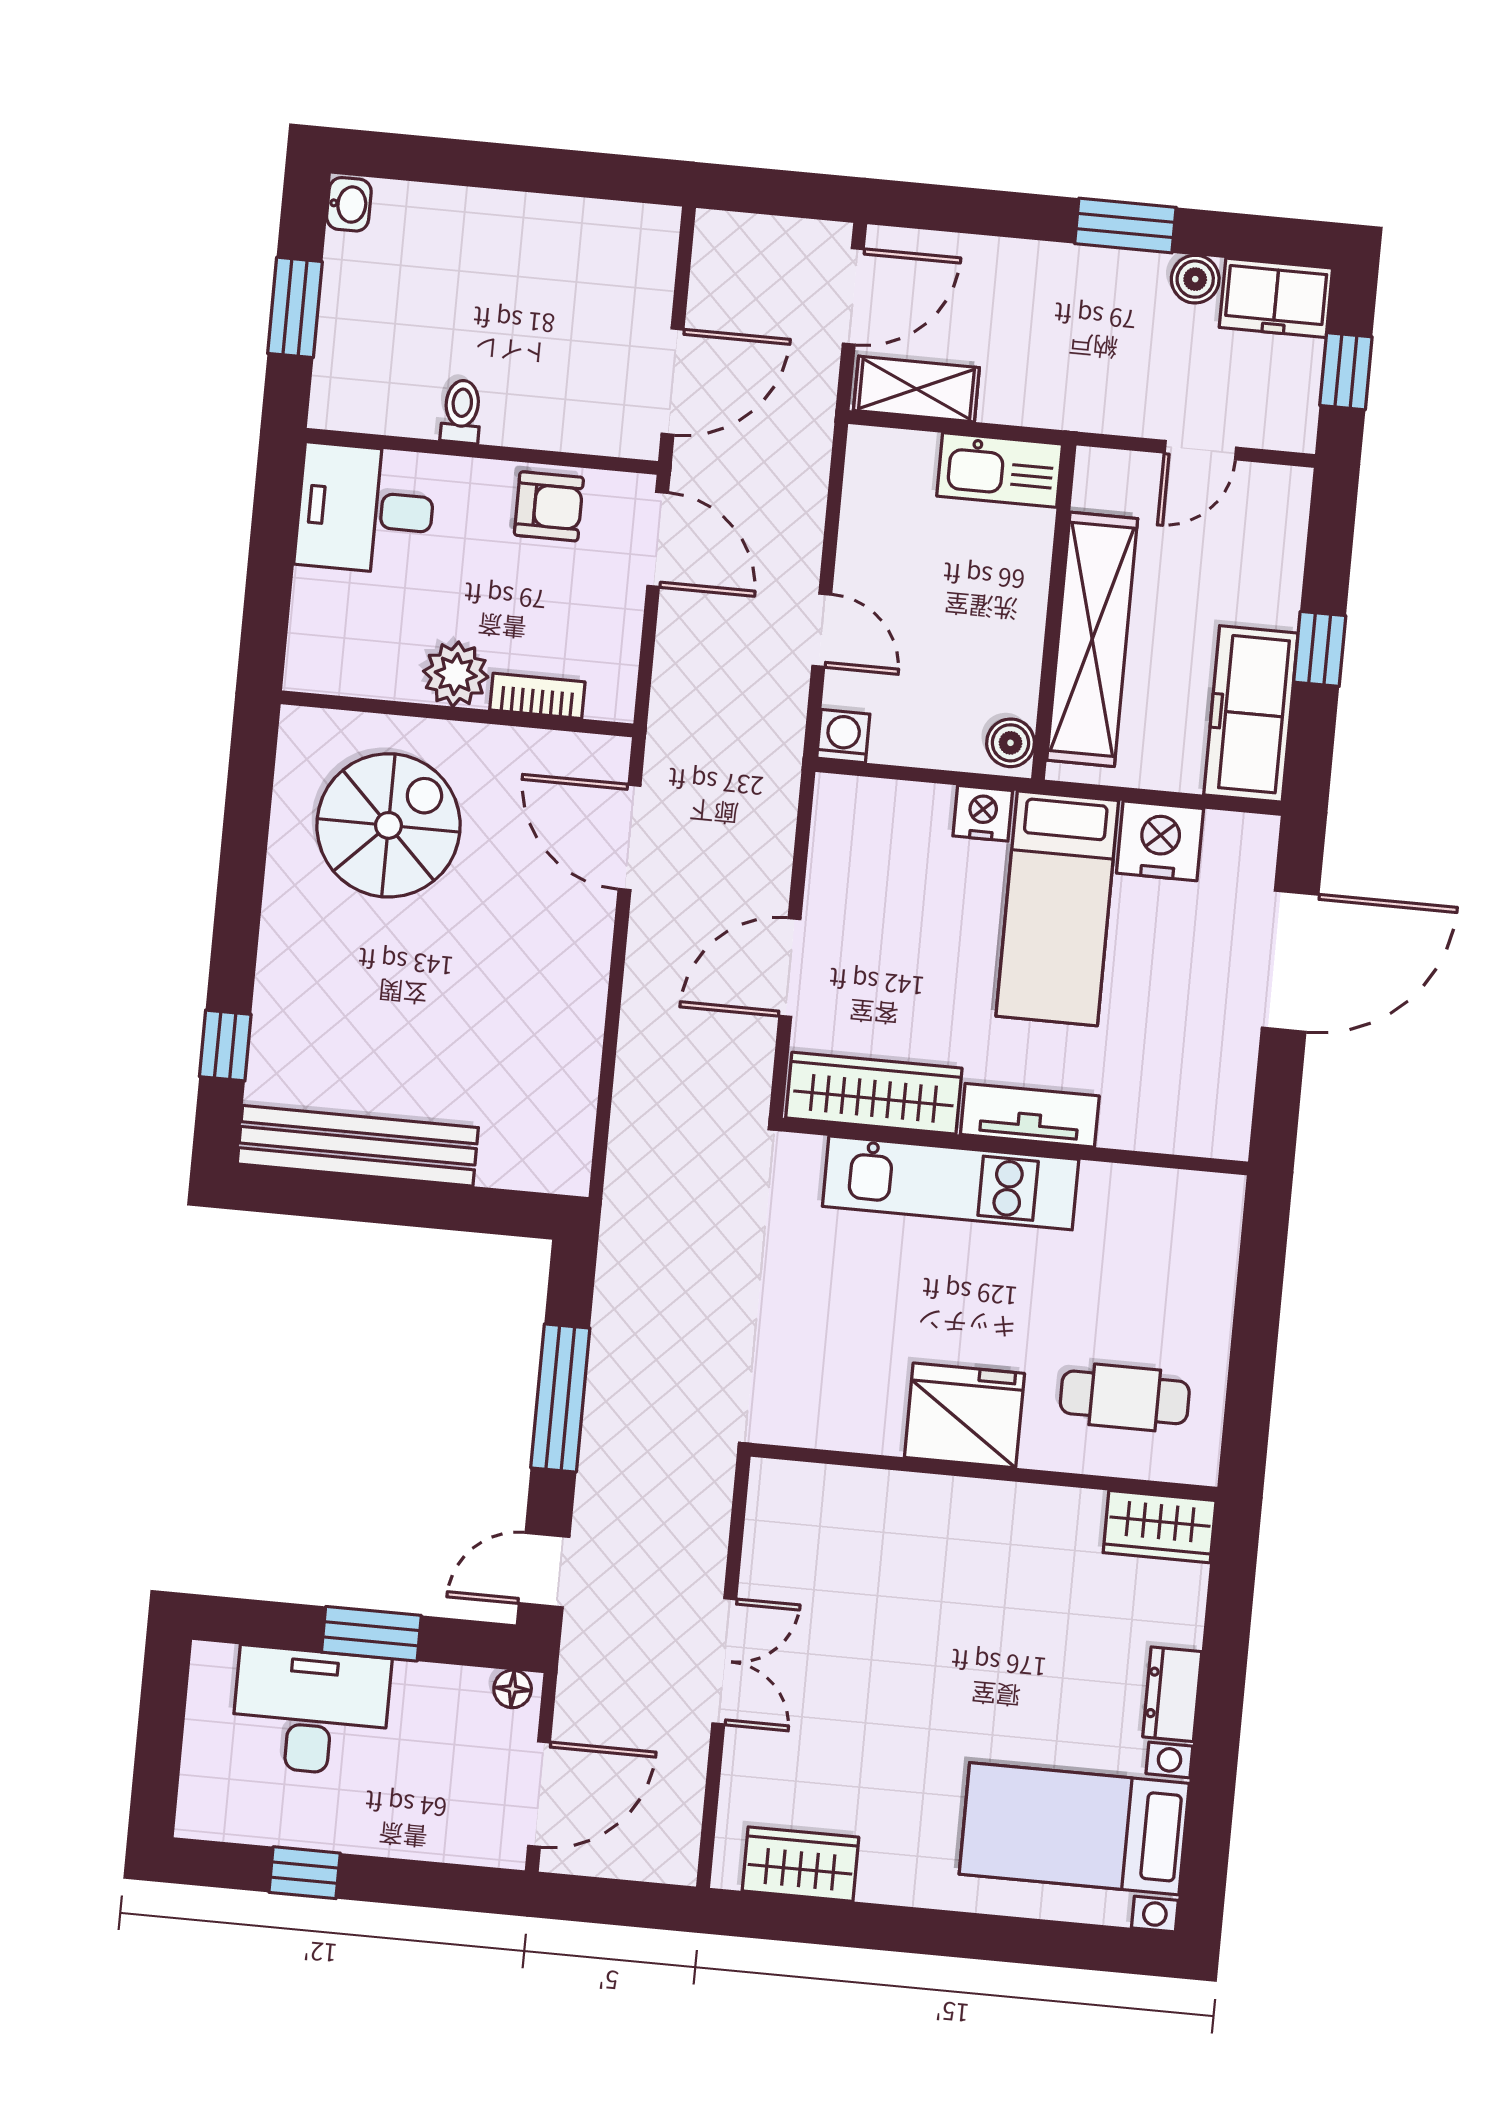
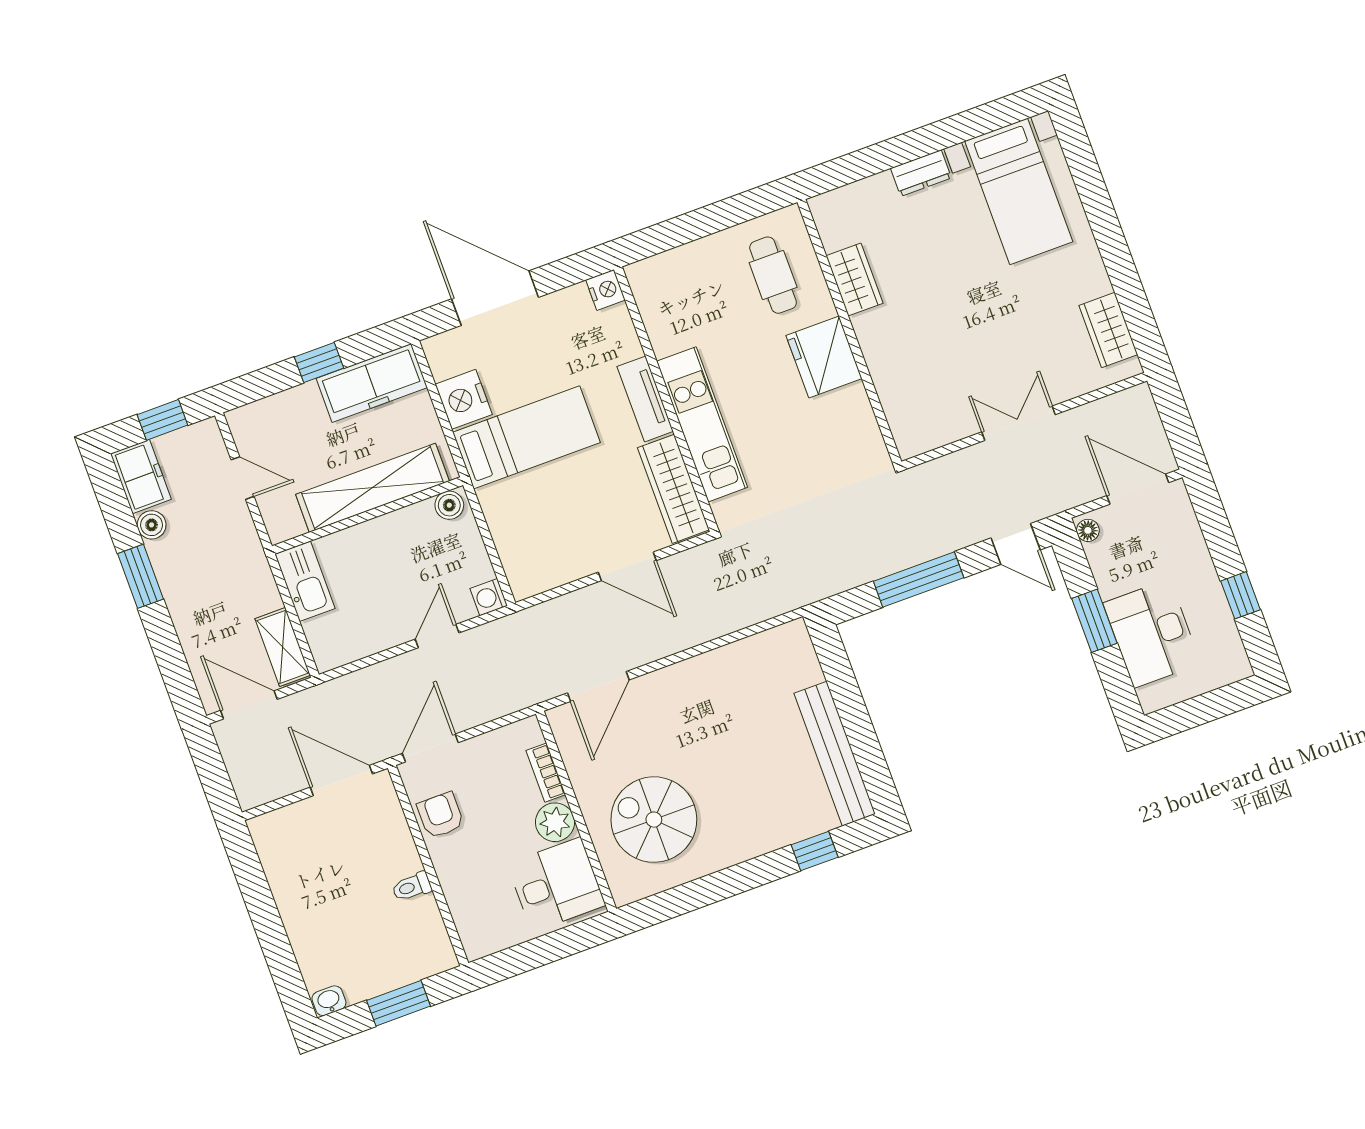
desk: (366, 509) -> (556, 885), moved, turned -90
nightstand: (983, 813) -> (605, 290), moved, turned 180
wardrobe: (1160, 1527) -> (854, 280), moved

